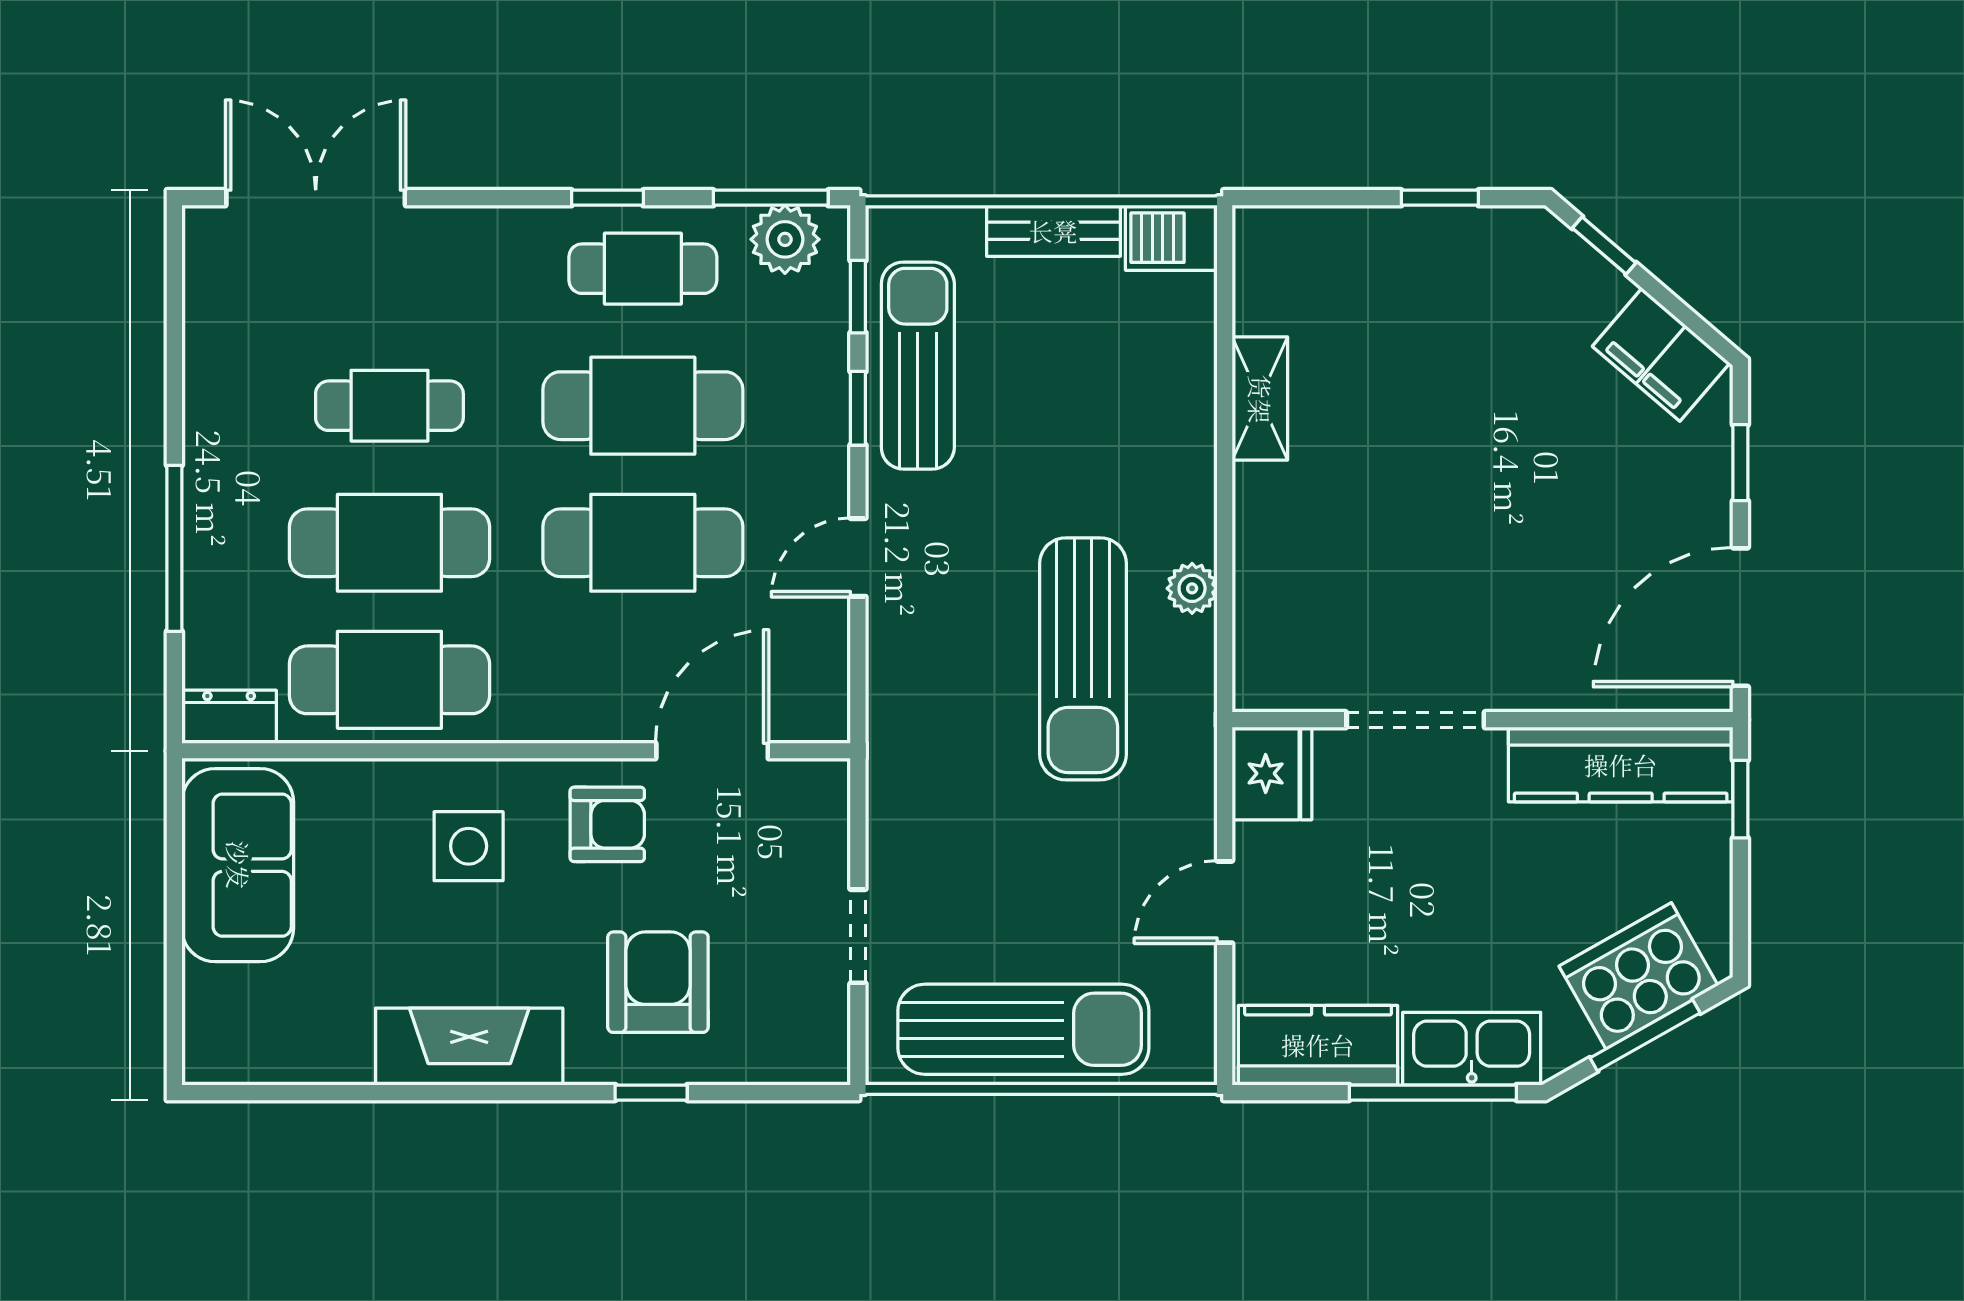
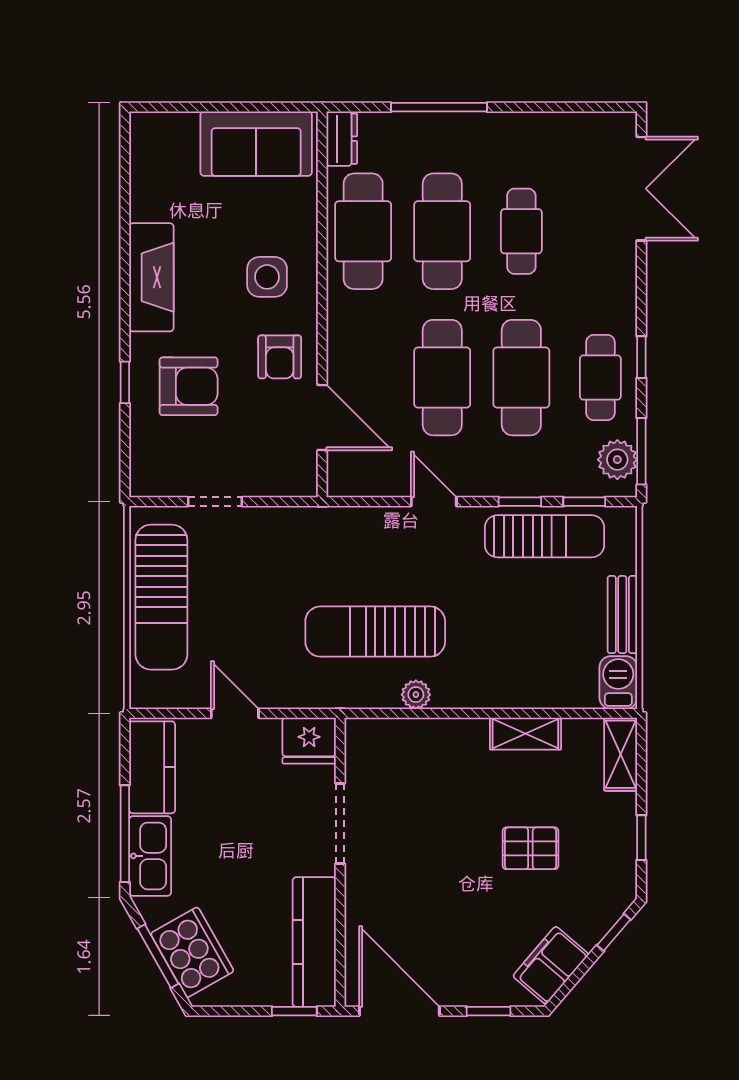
shelving: (1295, 234) -> (621, 754), added
pallet: (1458, 390) -> (530, 848), added

